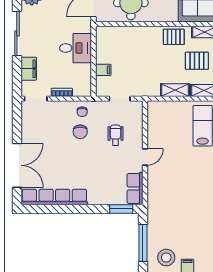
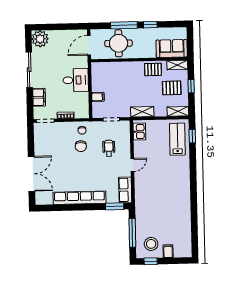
shelving: (175, 90) -> (142, 112), moved
kitchen sink: (155, 115) -> (139, 132), added
row of seats: (54, 197) -> (79, 198), moved

